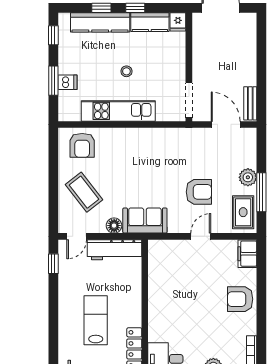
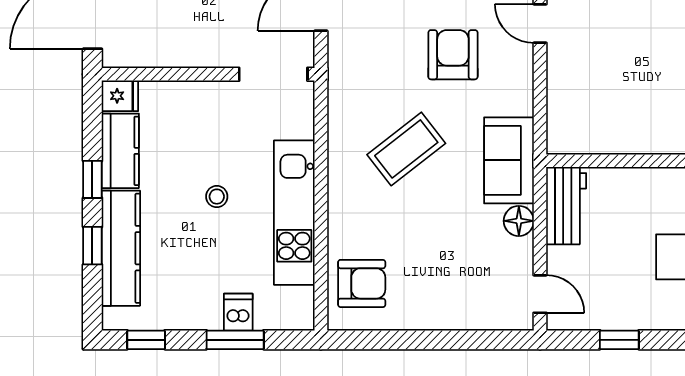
coffee table: (84, 192) -> (406, 149), moved
door: (201, 236) -> (540, 24), moved
workbench: (114, 250) -> (566, 206), width x0.73
window: (53, 264) -> (619, 340), moved

